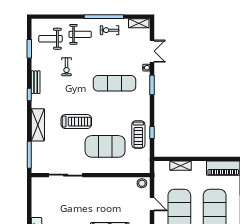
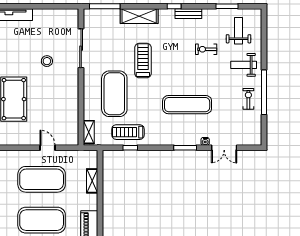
shelving: (139, 23) -> (89, 132), moved
weight bench: (80, 34) -> (244, 65), turned 90
exercise mat: (115, 83) -> (187, 105), turned 90
treadmill: (76, 122) -> (143, 61), turned 180
stool: (142, 183) -> (47, 61), moved
door: (152, 204) -> (48, 148), swing flipped

